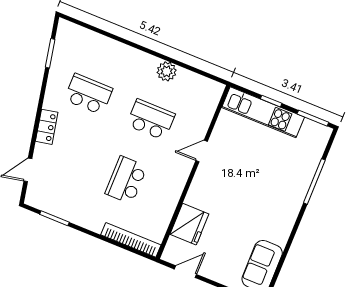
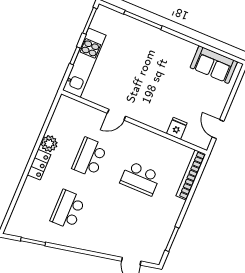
locker: (47, 127) -> (39, 165), moved, turned 101
door: (202, 151) -> (116, 115), hinge flipped
fridge: (189, 224) -> (177, 128), width x0.53, depth x0.75

